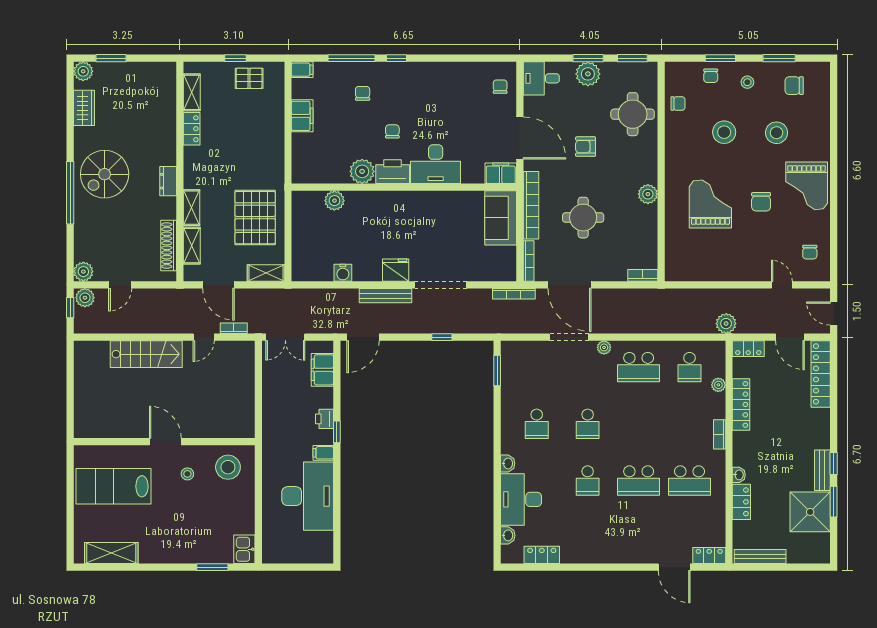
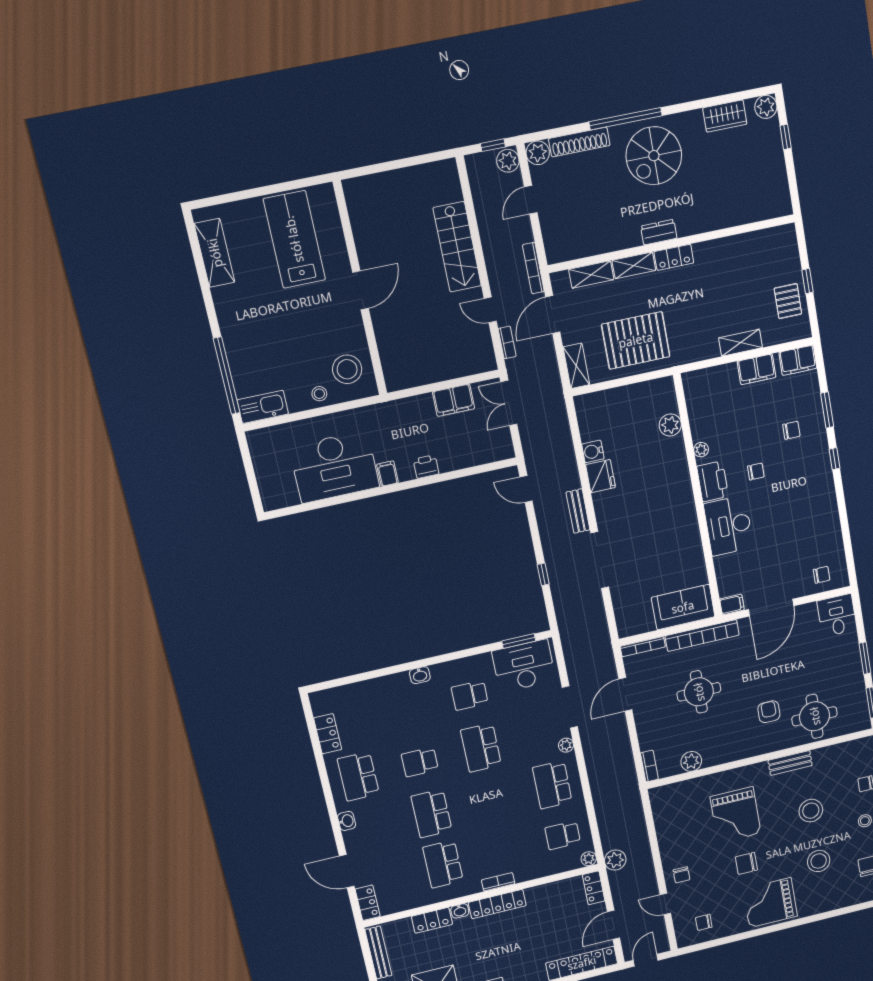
window: (111, 58) -> (786, 137), width x0.67
window: (352, 58) -> (827, 410), width x0.69
filing cabinet: (302, 70) -> (798, 360), width x2.00
plant: (588, 74) -> (849, 662), removed
shelving: (192, 92) -> (741, 343), moved
chair: (678, 103) -> (681, 875), moved
locker: (192, 129) -> (674, 257), moved
bench: (672, 144) -> (790, 763), added
armchair: (586, 147) -> (769, 712), moved
plant: (362, 171) -> (701, 450), width x0.53, depth x0.53
filing cabinet: (501, 173) -> (732, 604), width x0.50
spiral stairs: (105, 174) -> (654, 156), turned -90
plant: (648, 194) -> (691, 761), moved
grand piano: (710, 204) -> (735, 815), turned 90
shoe rack: (169, 245) -> (579, 142), moved, turned 180
fridge: (396, 270) -> (601, 476), moved
door: (120, 285) -> (531, 200), hinge flipped
door: (569, 285) -> (625, 694), width x0.73
door: (782, 285) -> (665, 904), swing flipped
bookcase: (514, 294) -> (533, 268), moved
bench: (385, 296) -> (578, 511), width x0.73
door: (363, 337) -> (526, 489), width x0.73
filing cabinet: (322, 370) -> (453, 400), moved, turned 180
plant: (718, 385) -> (589, 859), moved
locker: (741, 404) -> (497, 904), moved
school desk: (588, 424) -> (481, 748), width x1.85
window: (337, 432) -> (414, 483), removed
stool: (187, 474) -> (319, 394), moved
desk: (521, 499) -> (524, 666), moved
washbasin: (508, 535) -> (347, 821), moved, turned -90
school desk: (588, 537) -> (358, 776), added
kitchen sink: (244, 549) -> (263, 407), width x1.38
window: (212, 567) -> (227, 376), width x2.11
door: (674, 567) -> (347, 871), hinge flipped

